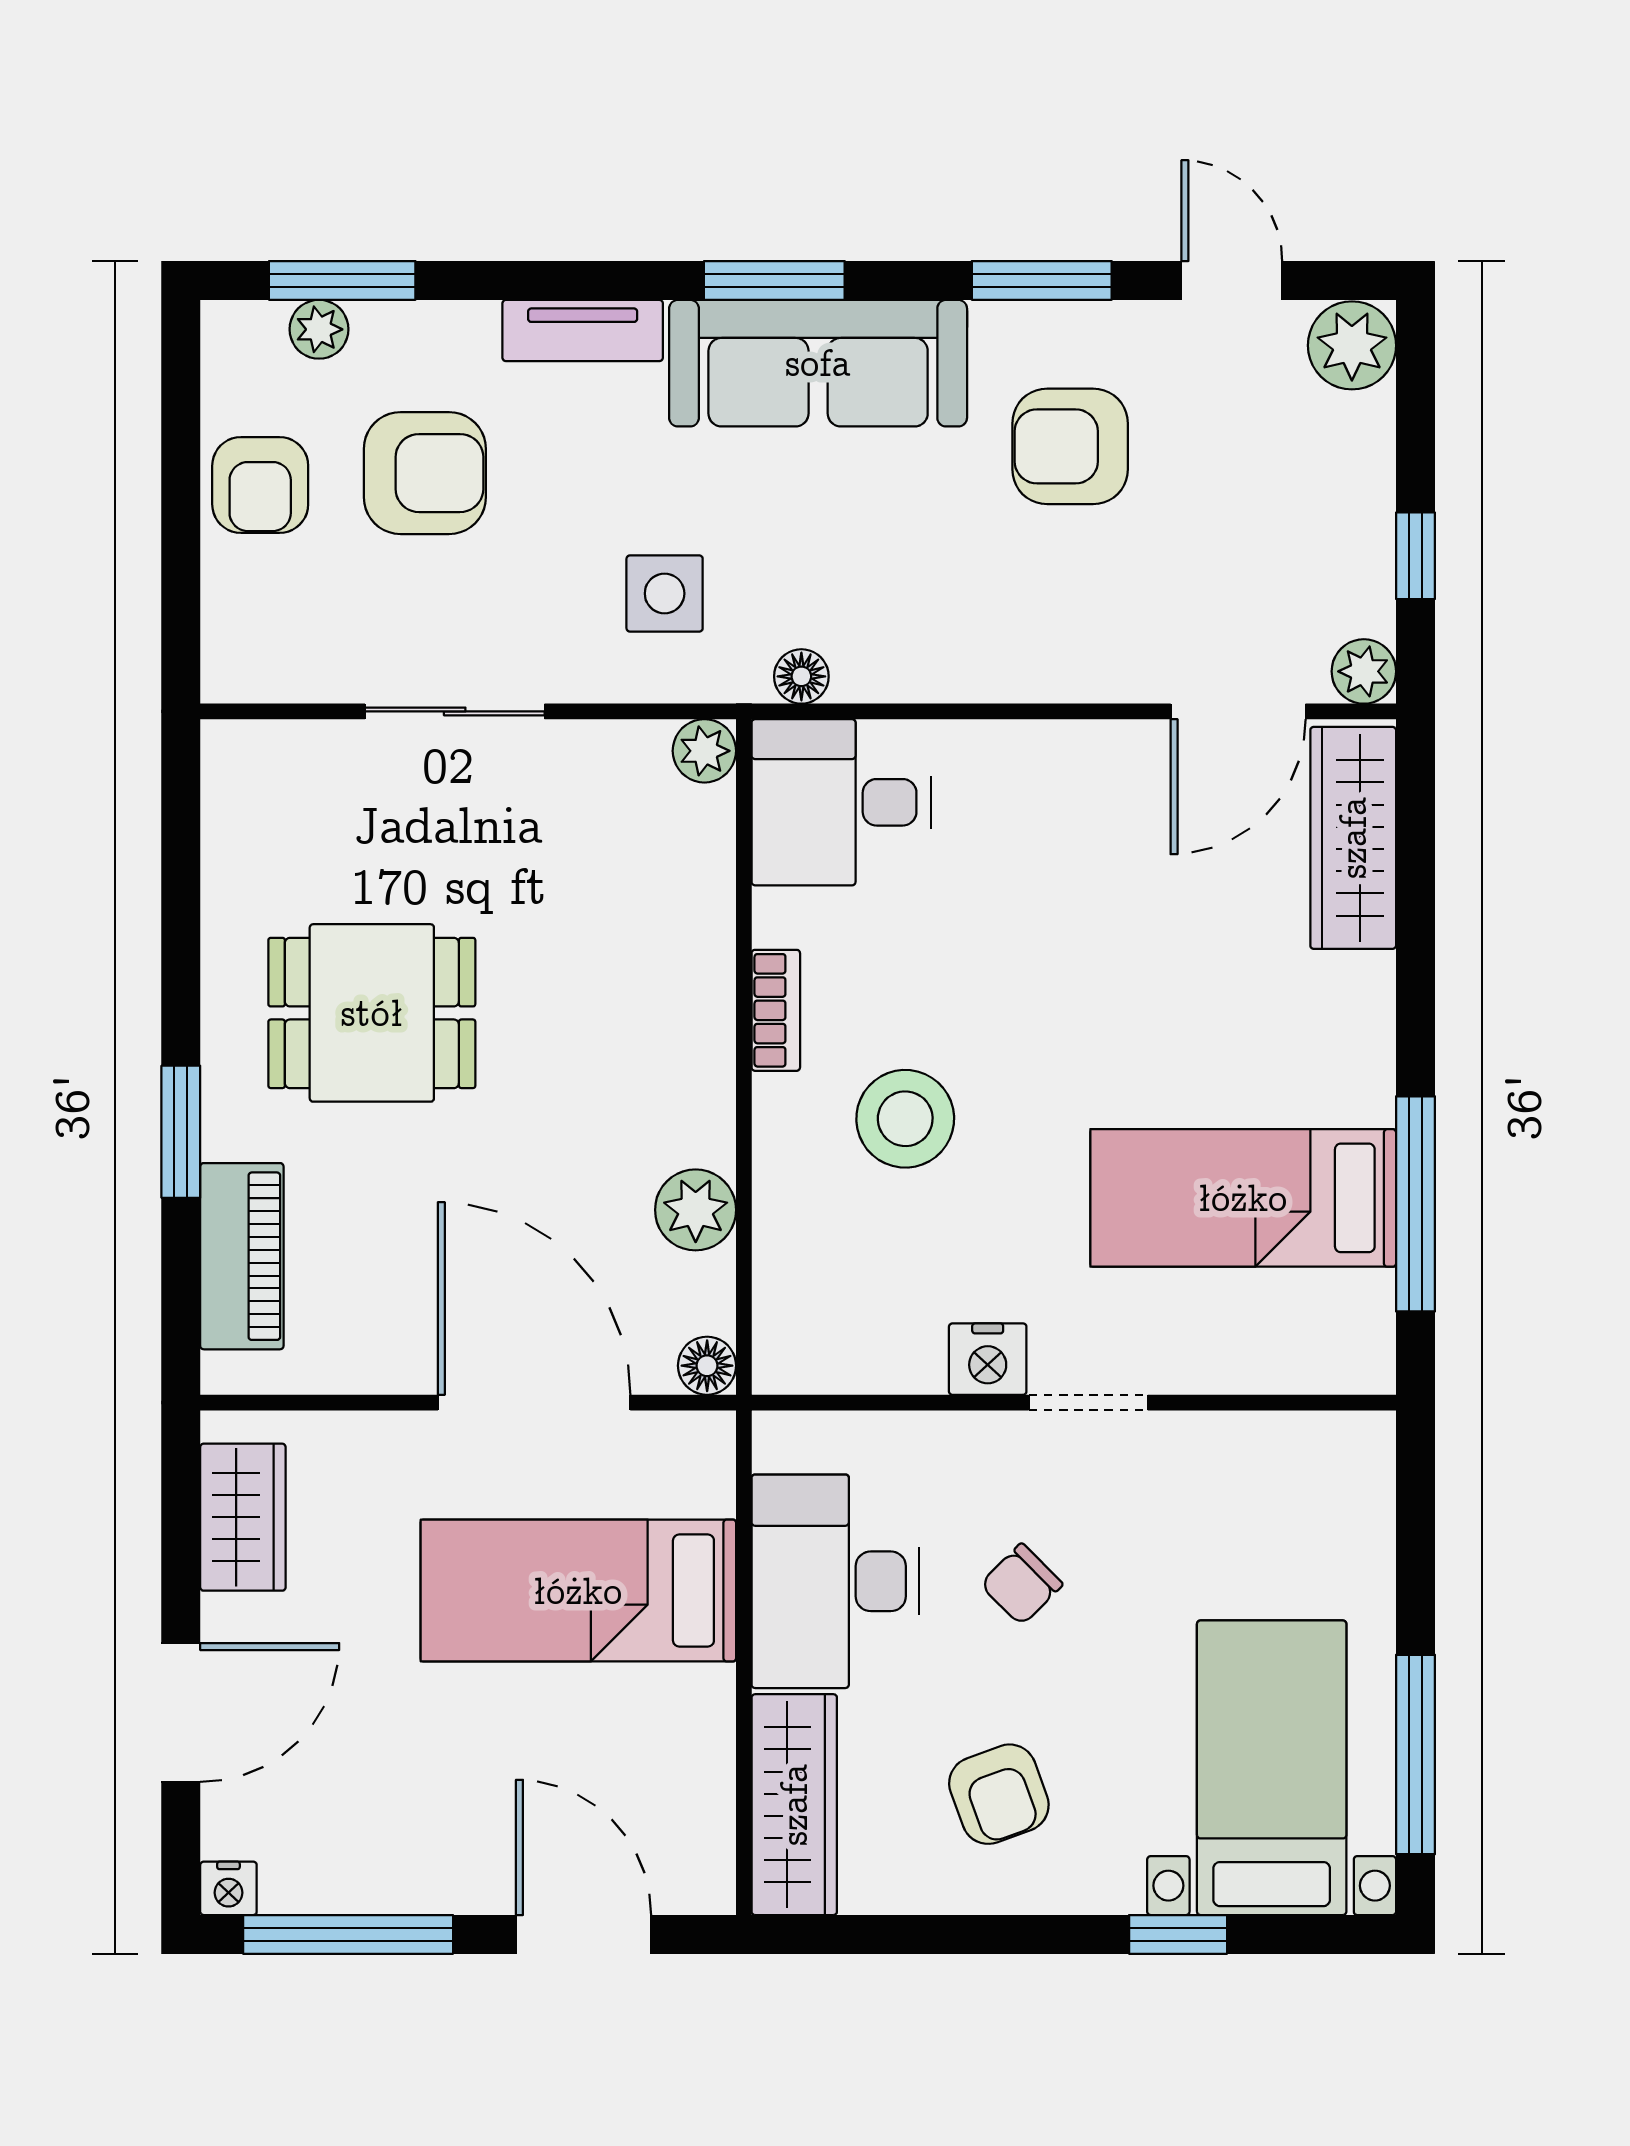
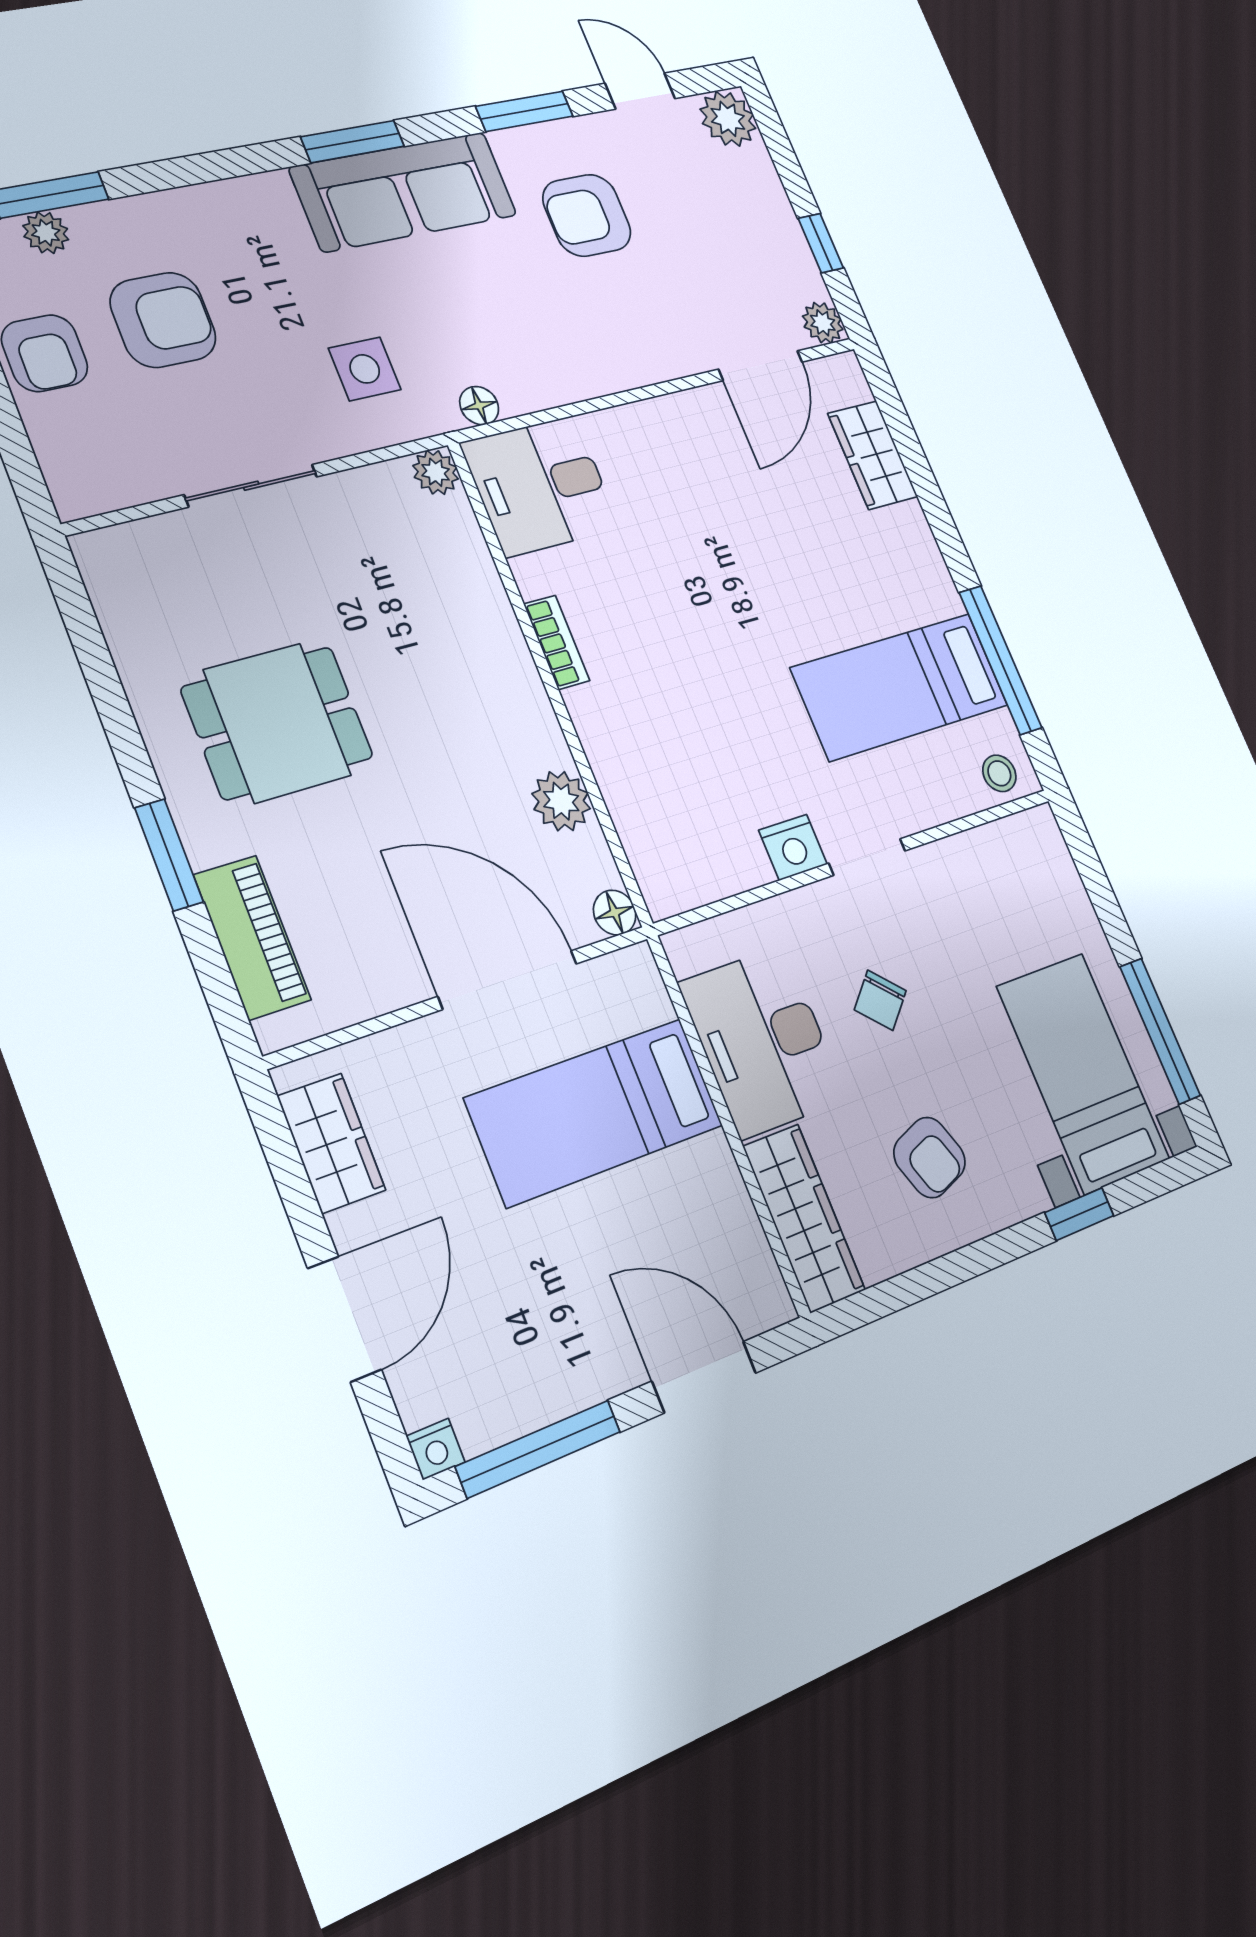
tv unit: (583, 331) -> (236, 199), removed
wardrobe: (1353, 838) -> (873, 455), width x0.67
stool: (905, 1119) -> (999, 773), moved, width x0.53, depth x0.53

